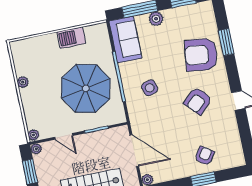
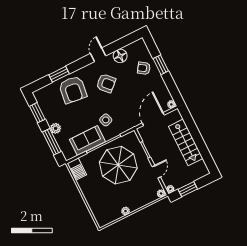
barbecue: (71, 38) -> (77, 169), moved
sofa: (125, 40) -> (87, 141), moved
floor lamp: (229, 129) -> (120, 56), added

